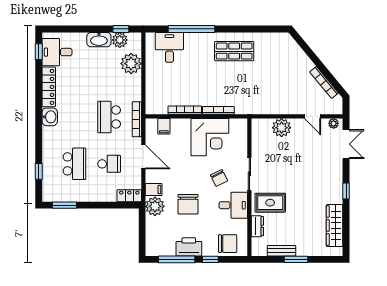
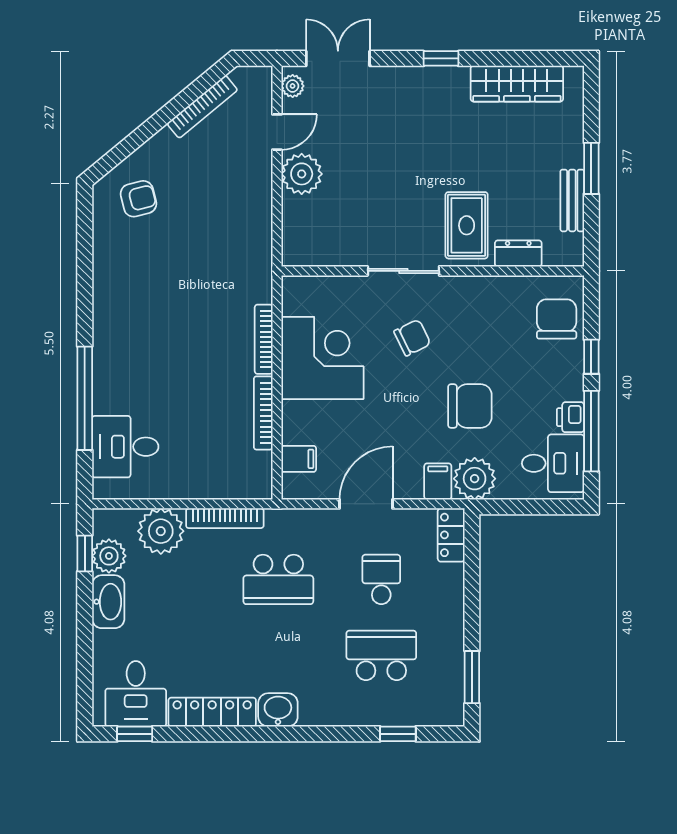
shop shelf: (234, 51) -> (133, 304), removed
armchair: (282, 53) -> (138, 199), added
bookcase: (137, 119) -> (225, 518), moved
plant: (282, 128) -> (302, 174), moved
desk: (233, 205) -> (553, 463), moved, turned 90
printer: (189, 247) -> (570, 417), width x0.53, depth x0.68

